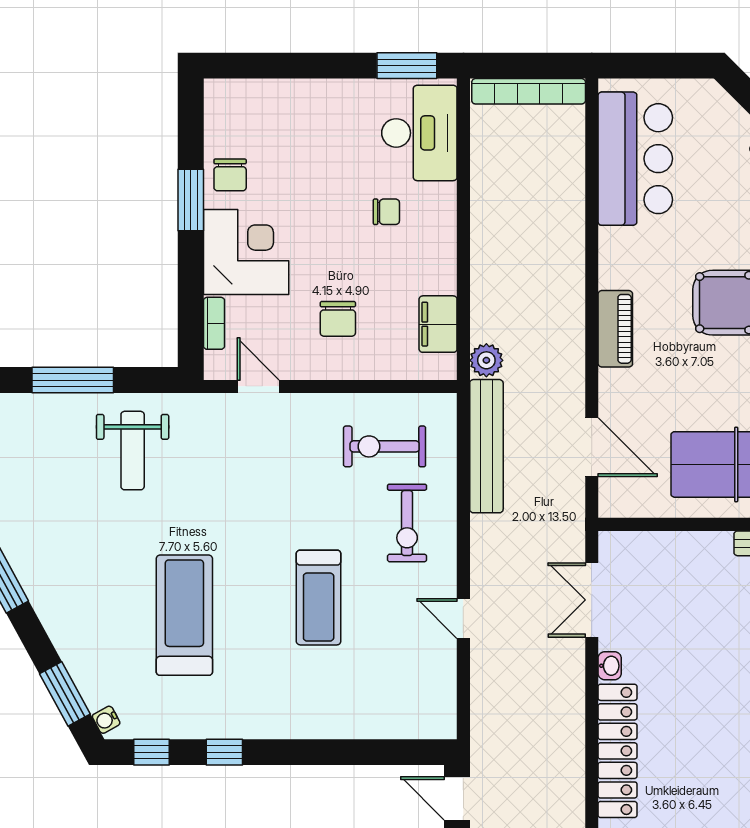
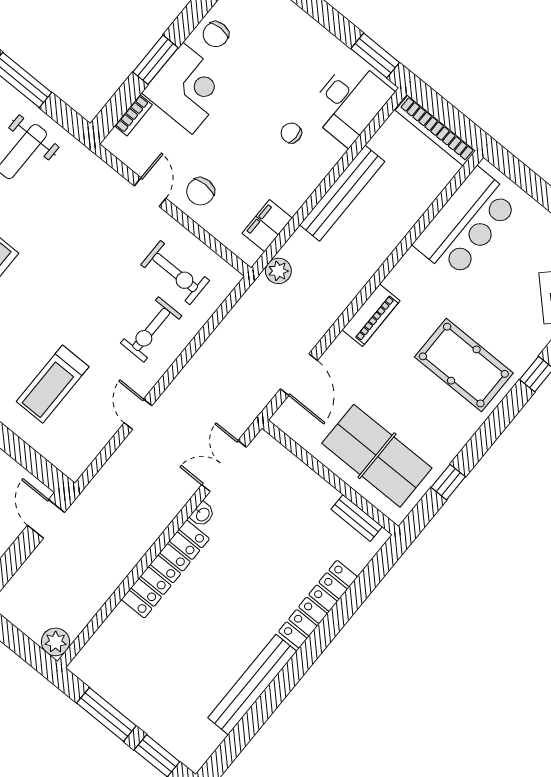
window: (191, 200) -> (156, 60), moved
chair: (386, 212) -> (291, 133), turned 180
chair: (338, 319) -> (200, 191), moved
door: (258, 386) -> (150, 192), moved
exercise bike: (385, 446) -> (175, 273), turned 180
bench: (486, 446) -> (342, 193), moved
treadmill: (319, 598) -> (53, 384), moved

